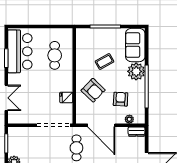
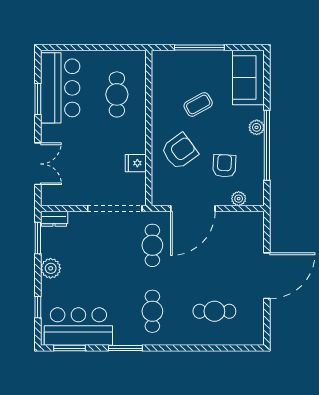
plant: (136, 71) -> (257, 127), width x0.53, depth x0.53
armchair: (93, 90) -> (180, 151), turned -80
door: (101, 125) -> (193, 209), hinge flipped
dresser: (136, 132) -> (54, 219), moved

